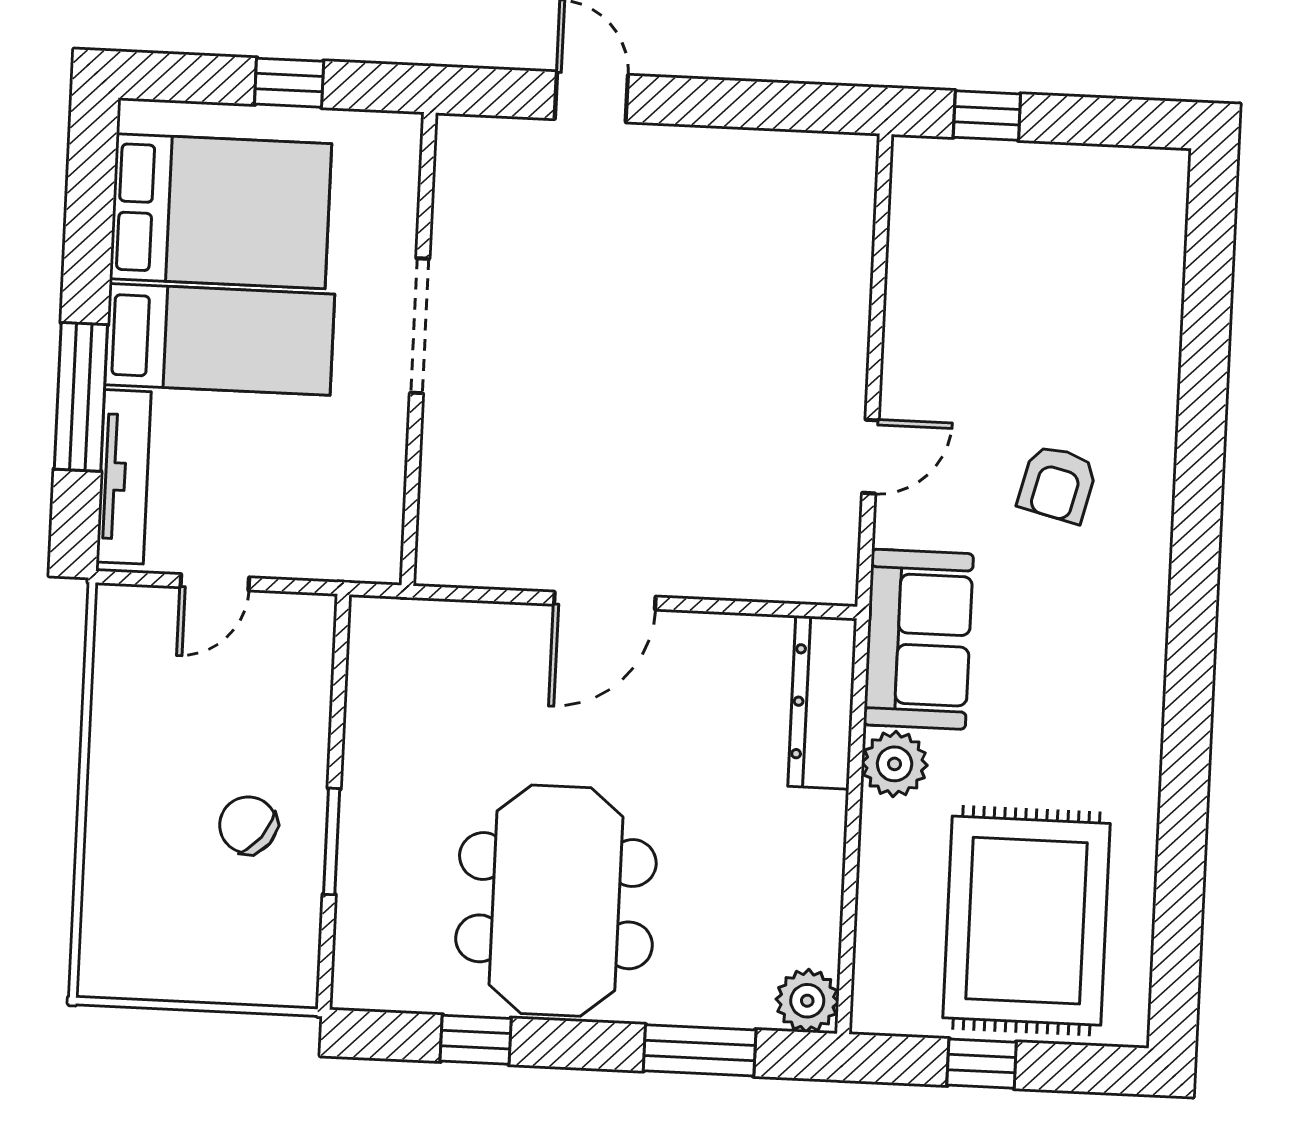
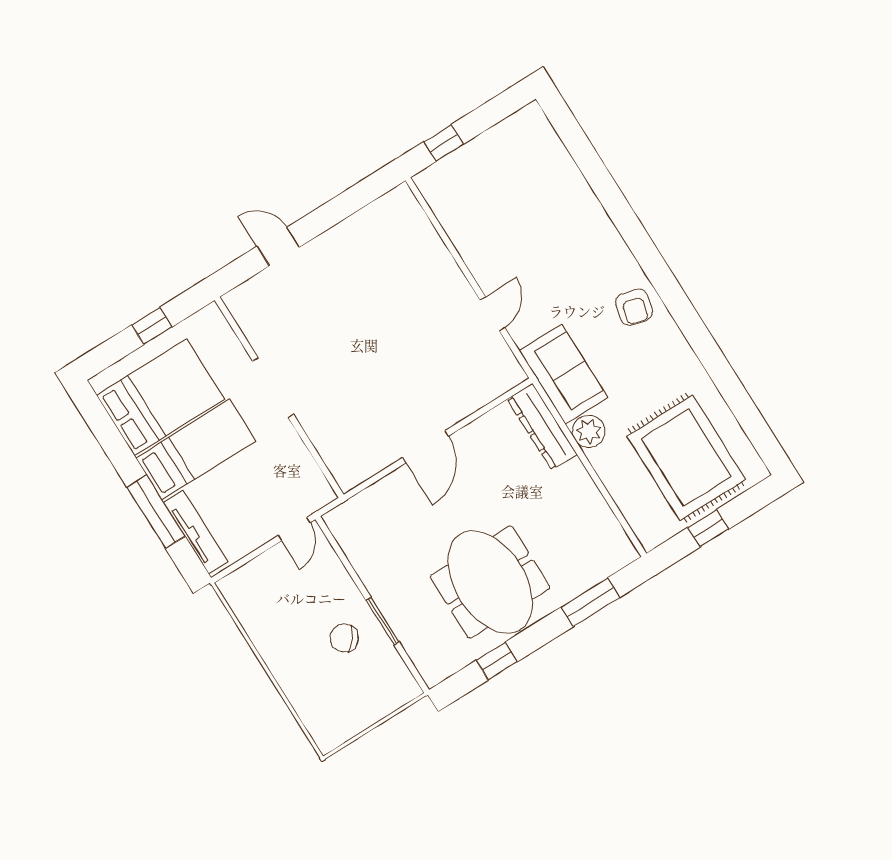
armchair: (1057, 484) -> (634, 307), moved
door: (215, 582) -> (294, 529), moved
plant: (807, 1001) -> (620, 552), removed

